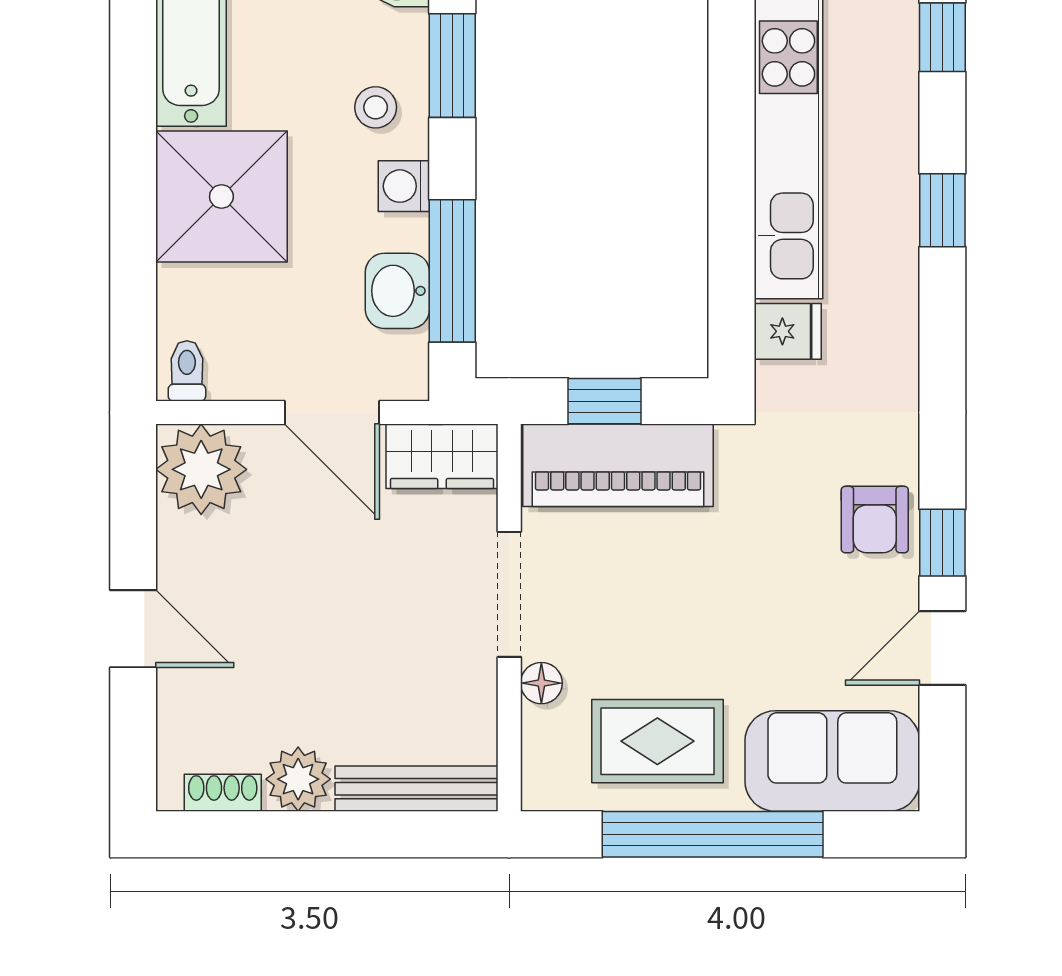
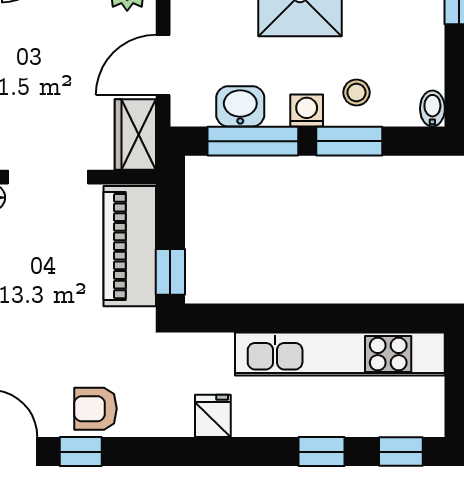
window: (452, 66) -> (349, 141), moved
window: (942, 210) -> (322, 452), moved
fridge: (788, 331) -> (213, 416), moved, turned 180
window: (605, 401) -> (170, 272), moved

